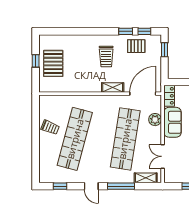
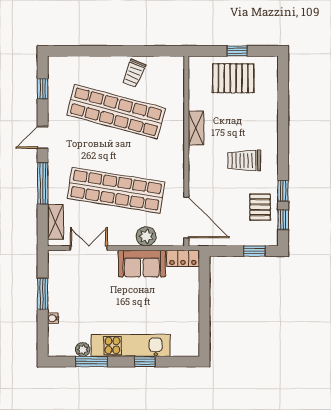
shelving: (113, 87) -> (196, 128), moved

